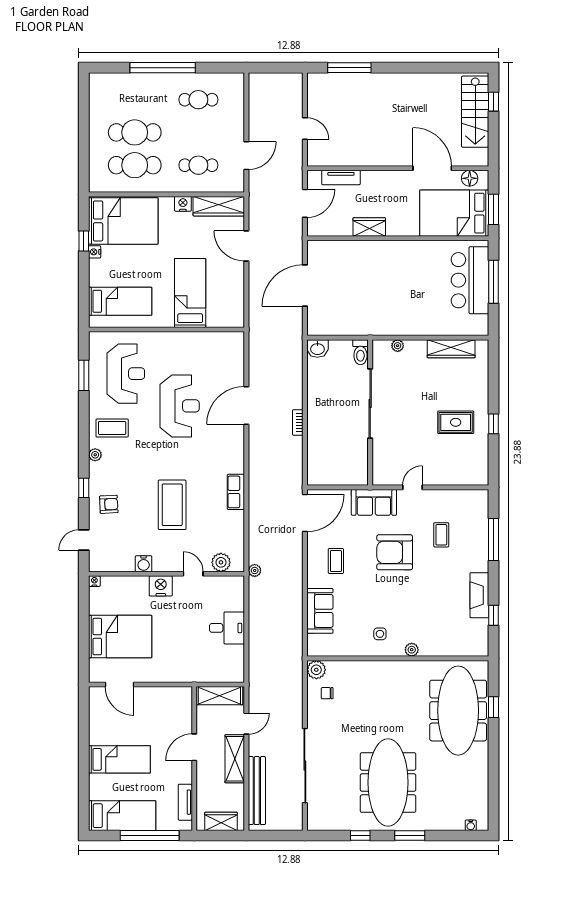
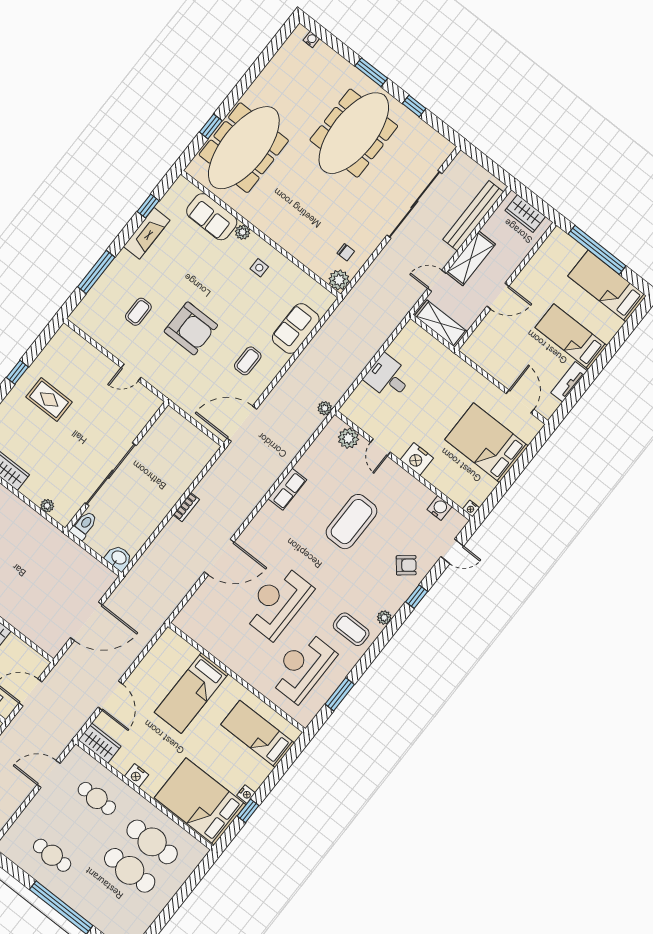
wardrobe: (219, 206) -> (100, 743), width x0.67
sofa: (374, 502) -> (212, 217), moved, turned 180
armchair: (109, 504) -> (406, 565), turned 144
water cooler: (144, 564) -> (439, 508), moved
tv unit: (185, 802) -> (569, 382), moved, turned 180

